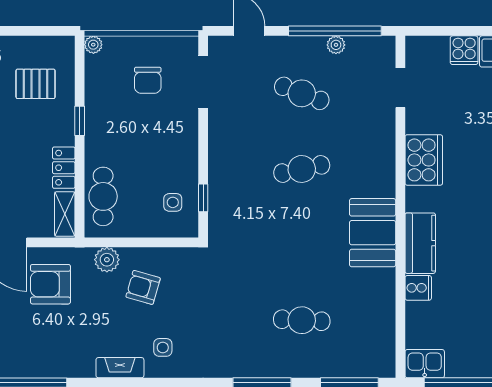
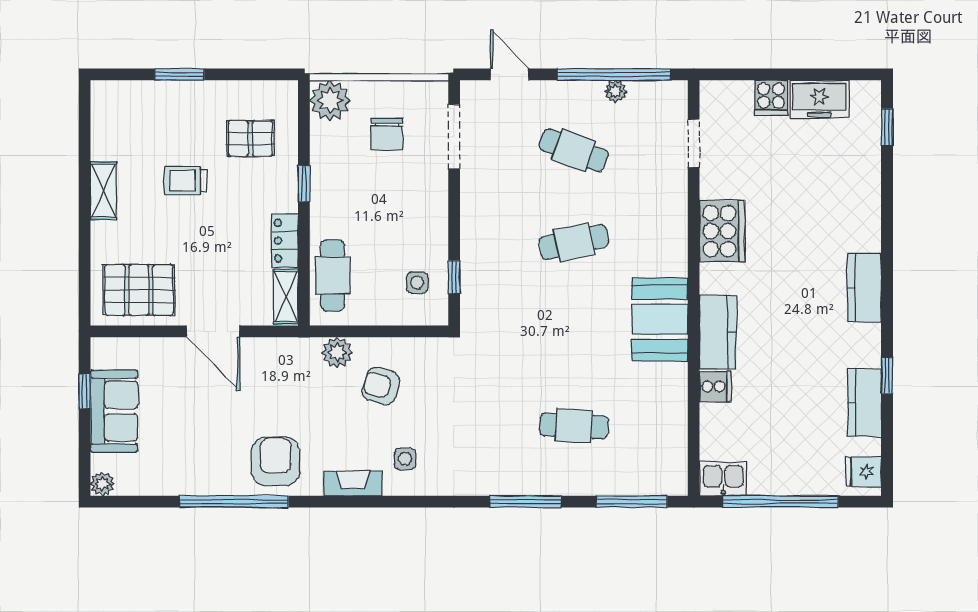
plant: (93, 45) -> (330, 100), width x1.87, depth x1.87
armchair: (50, 284) -> (276, 461), moved, turned 90

